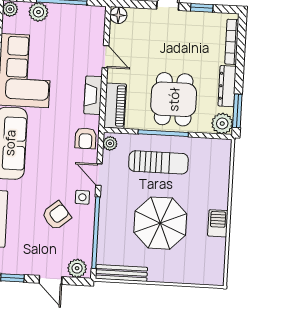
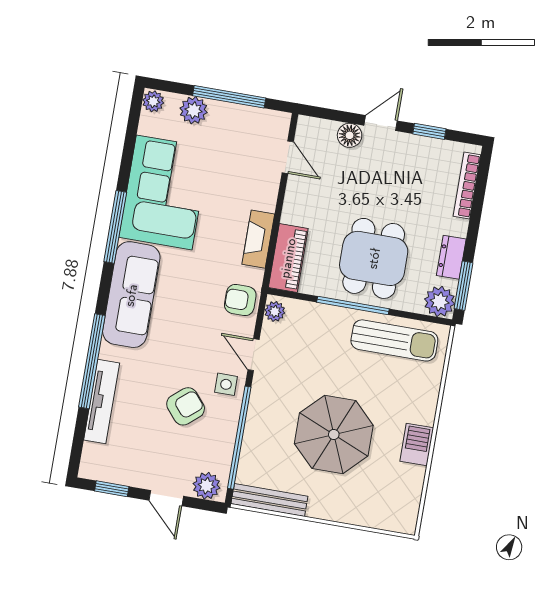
floor lamp: (118, 15) -> (350, 135), moved
door: (106, 57) -> (288, 157), moved
dresser: (227, 86) -> (451, 257), width x0.70
armchair: (86, 138) -> (240, 300), turned 90
sun lounger: (158, 162) -> (394, 340), moved

